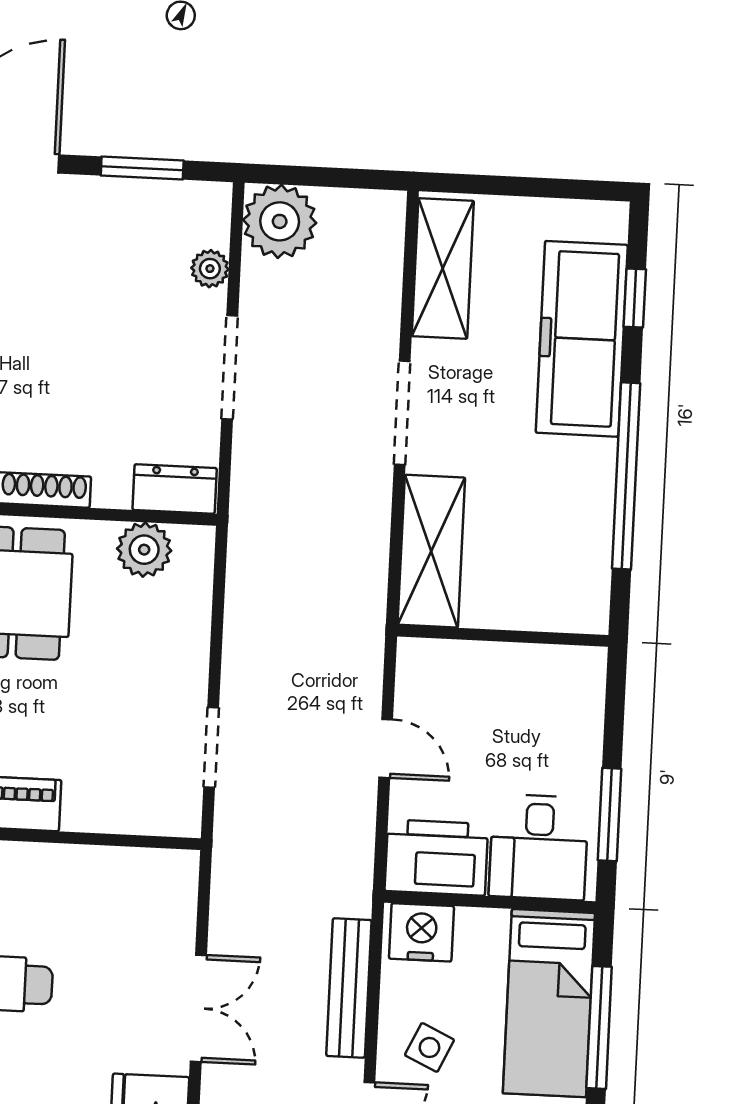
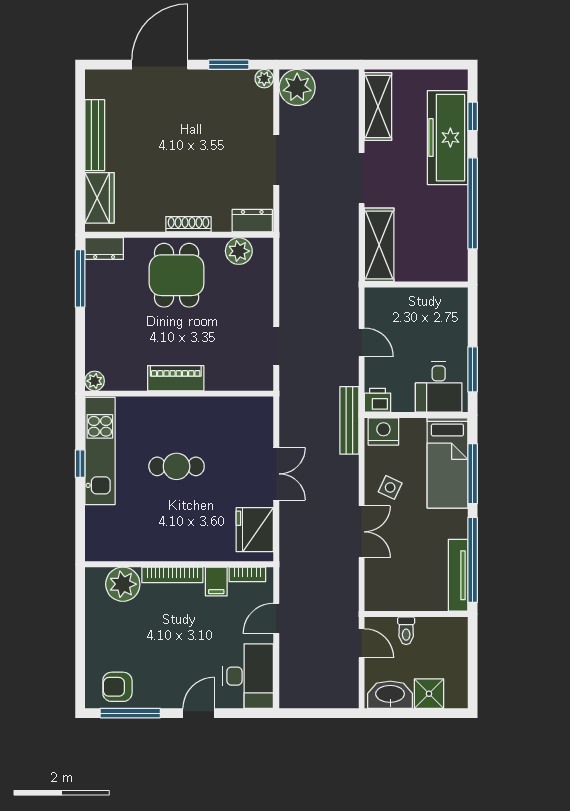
plant: (210, 269) -> (264, 79), moved
printer: (436, 857) -> (378, 400), width x0.53, depth x0.68
bench: (349, 988) -> (349, 420), moved

